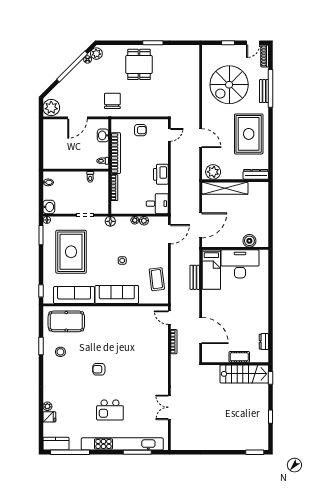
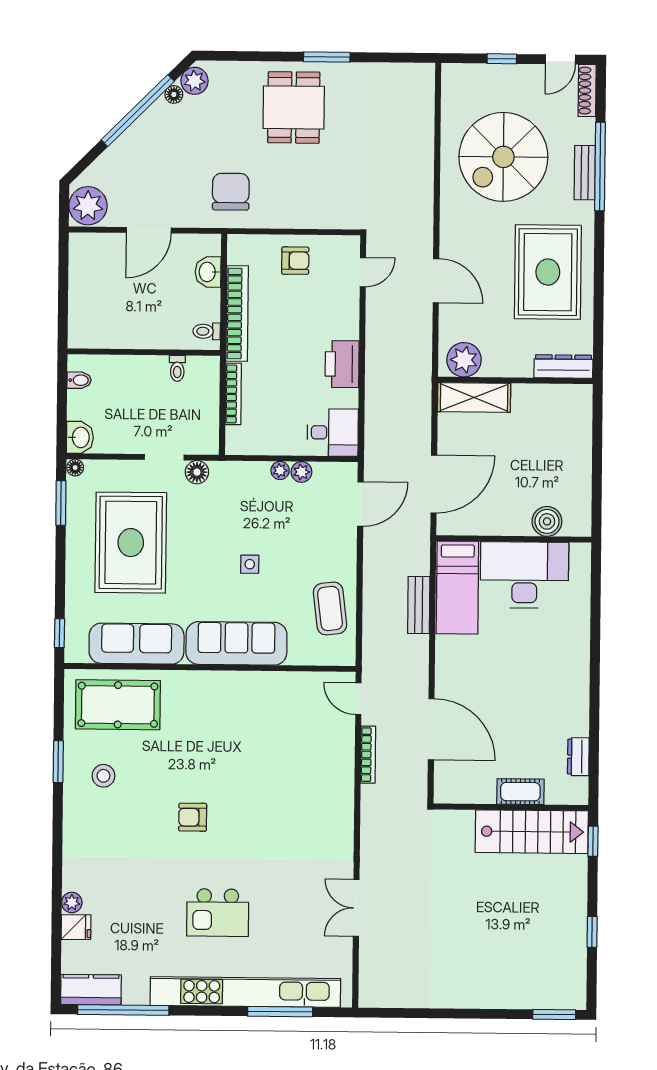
shelving: (225, 188) -> (474, 397), width x0.68
floor lamp: (110, 221) -> (197, 472), moved

